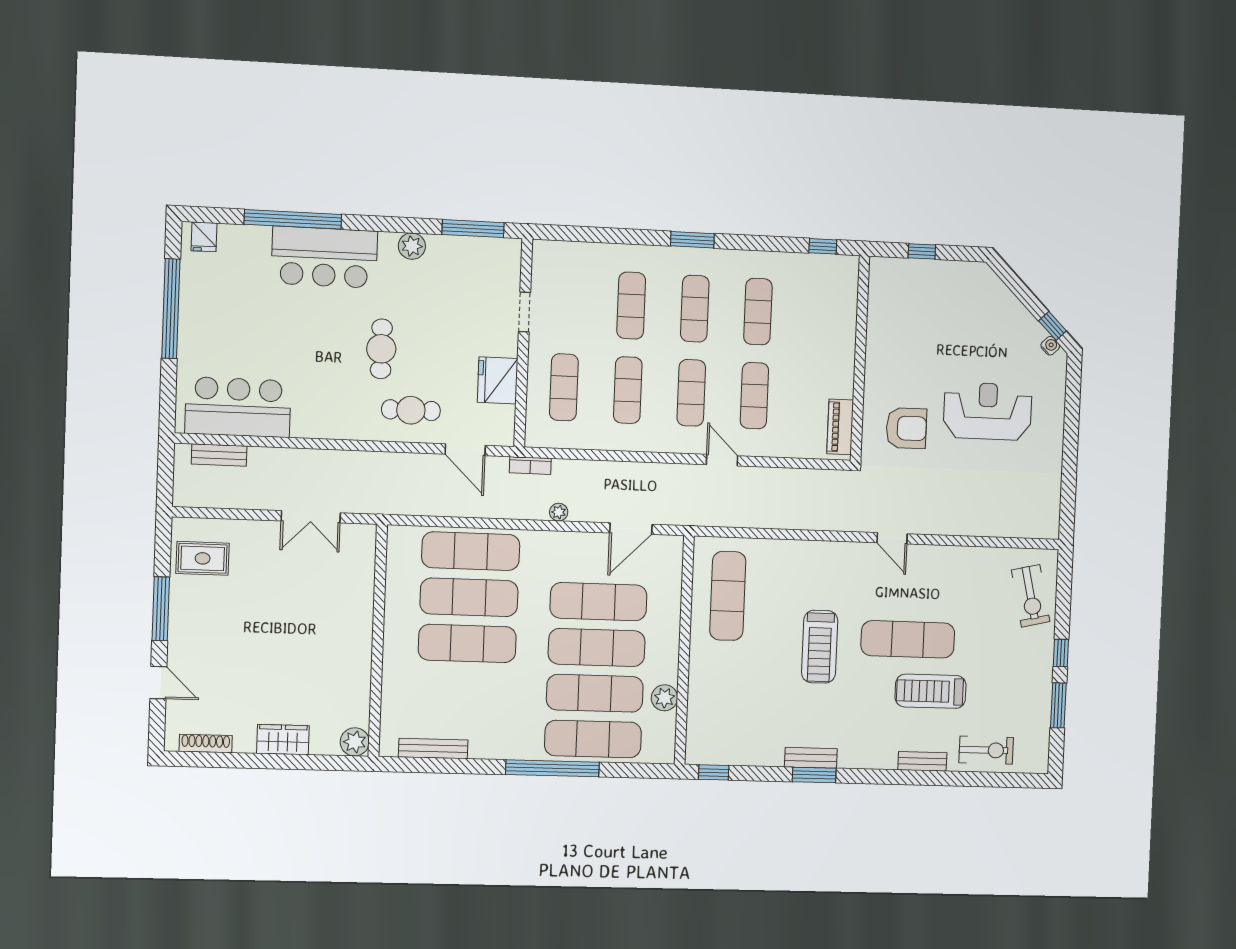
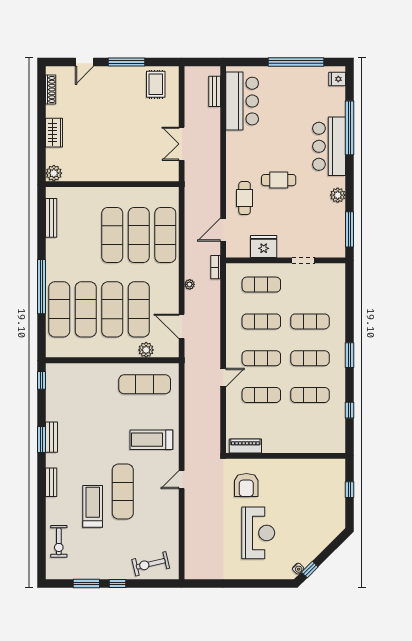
window: (823, 246) -> (349, 410), moved
treadmill: (820, 647) -> (151, 440), moved
plant: (664, 698) -> (146, 350), moved
bench: (922, 761) -> (51, 482), moved

